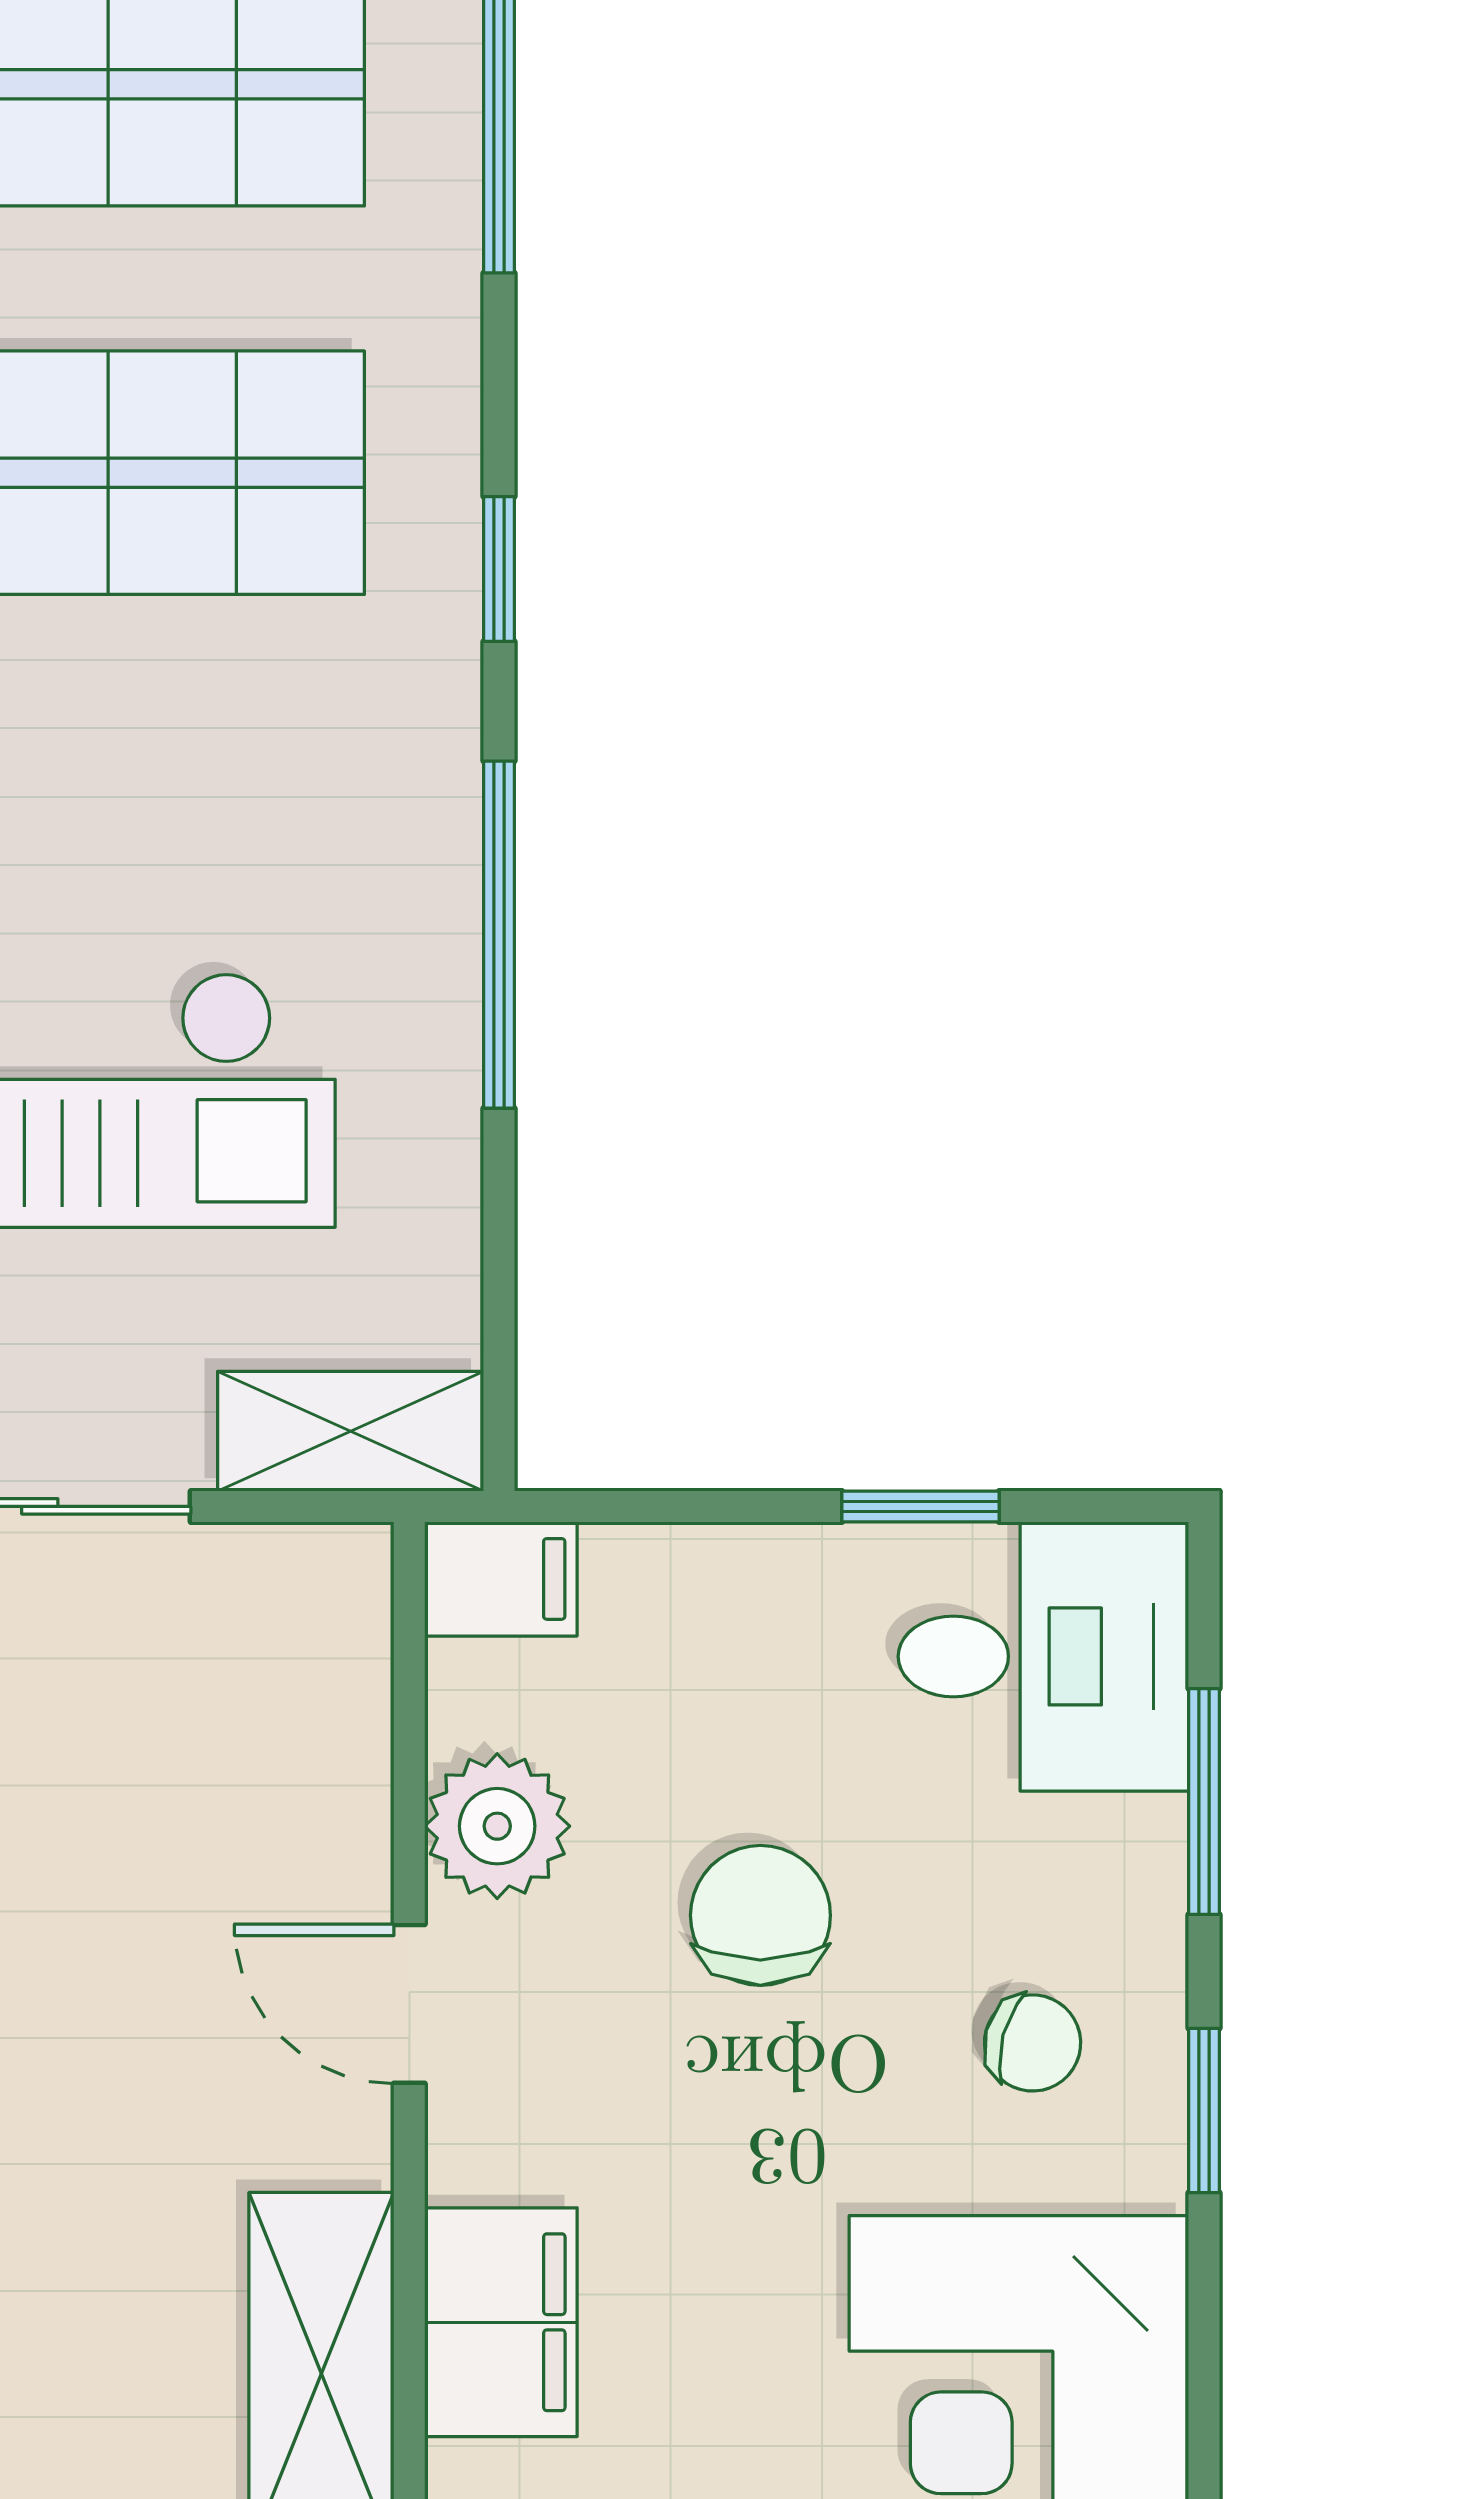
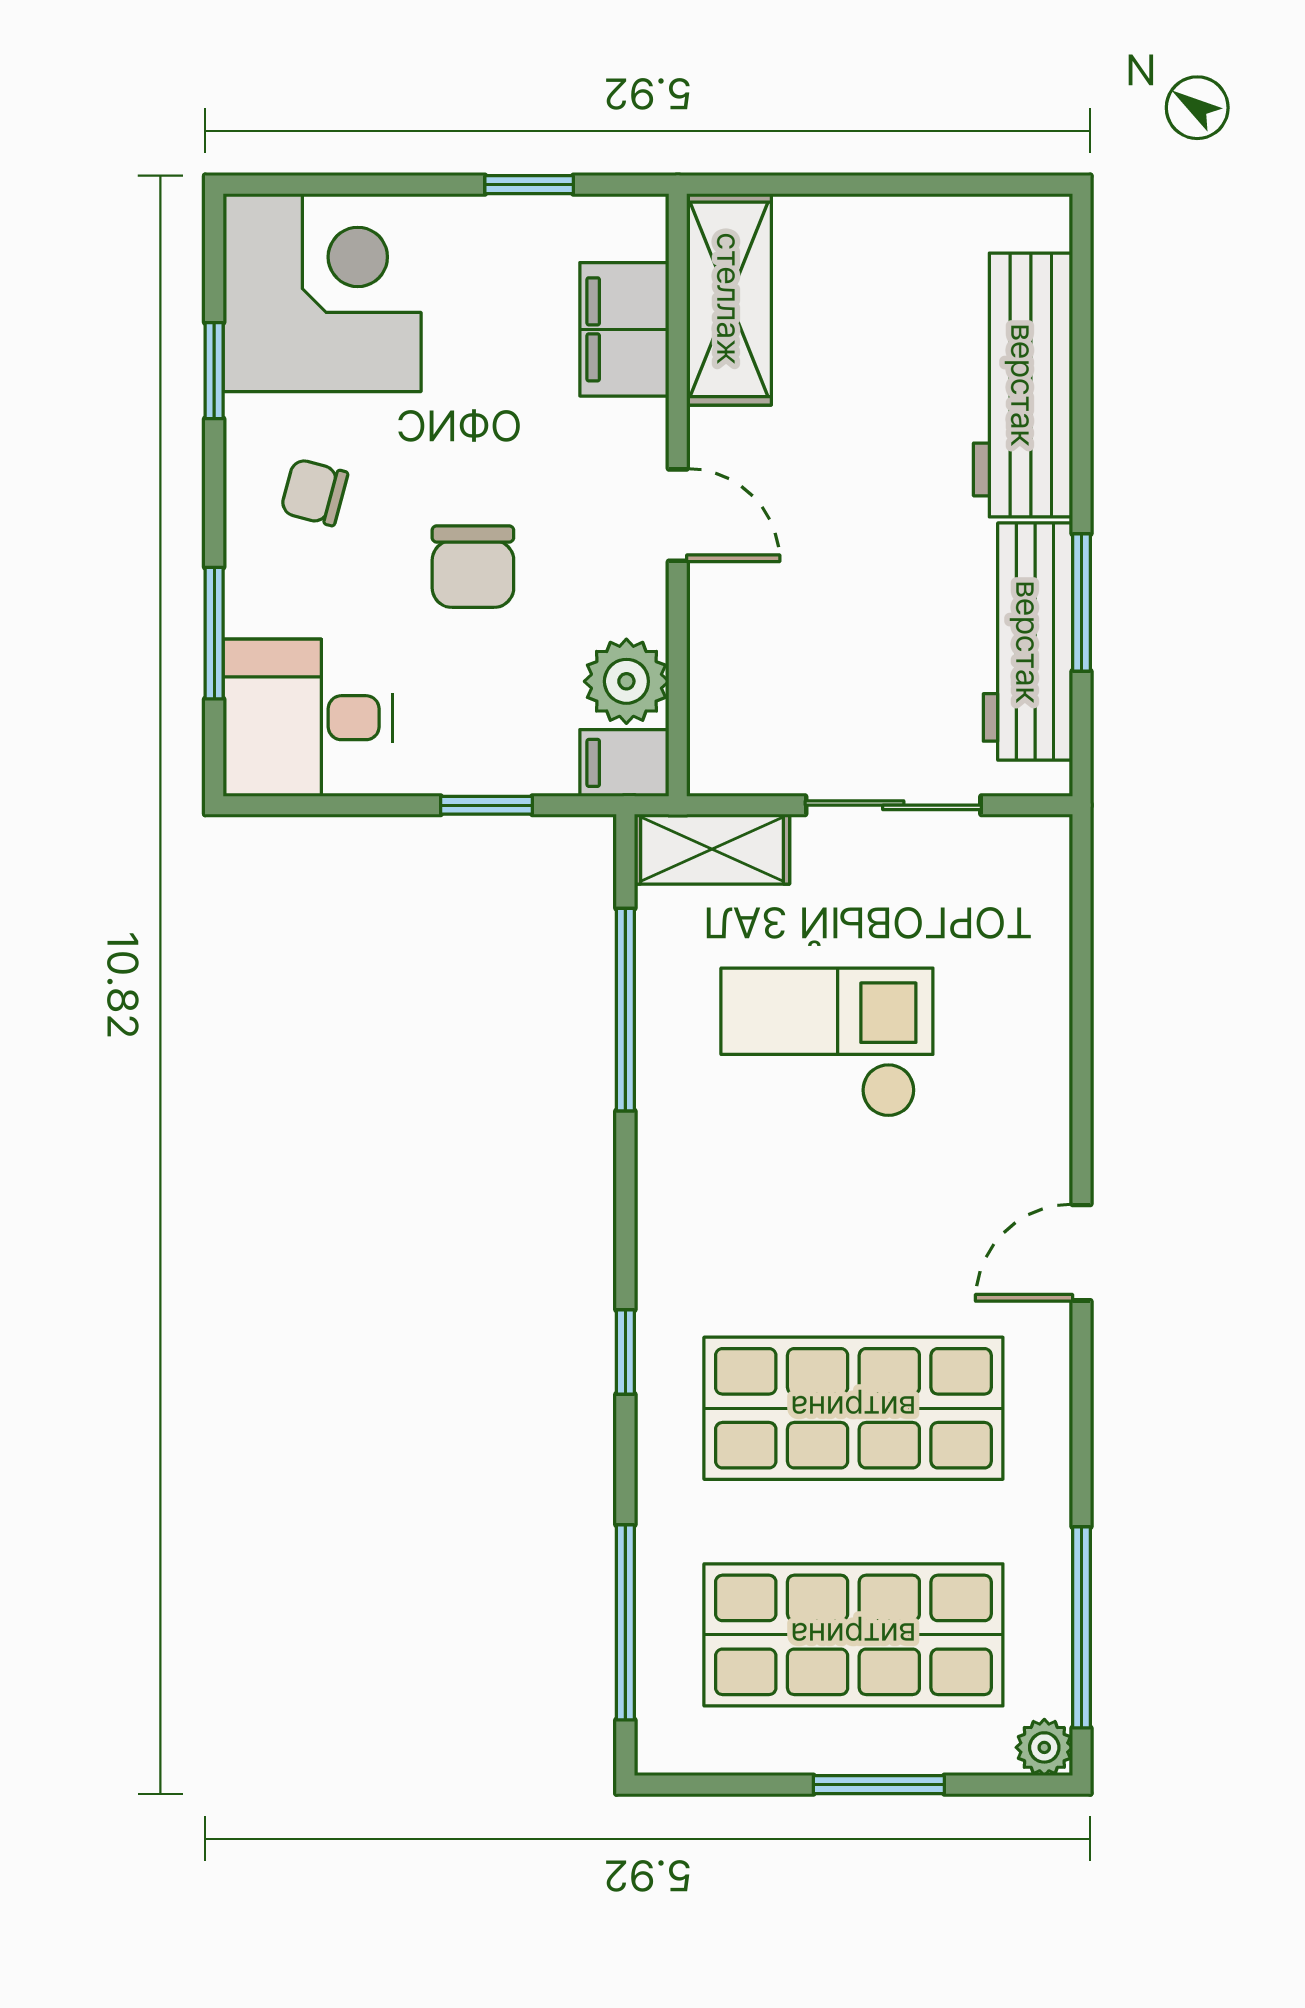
window: (499, 935) -> (625, 1010), moved
window: (921, 1506) -> (486, 805), moved
plant: (497, 1826) -> (626, 681), moved
window: (1204, 2111) -> (214, 371), moved

